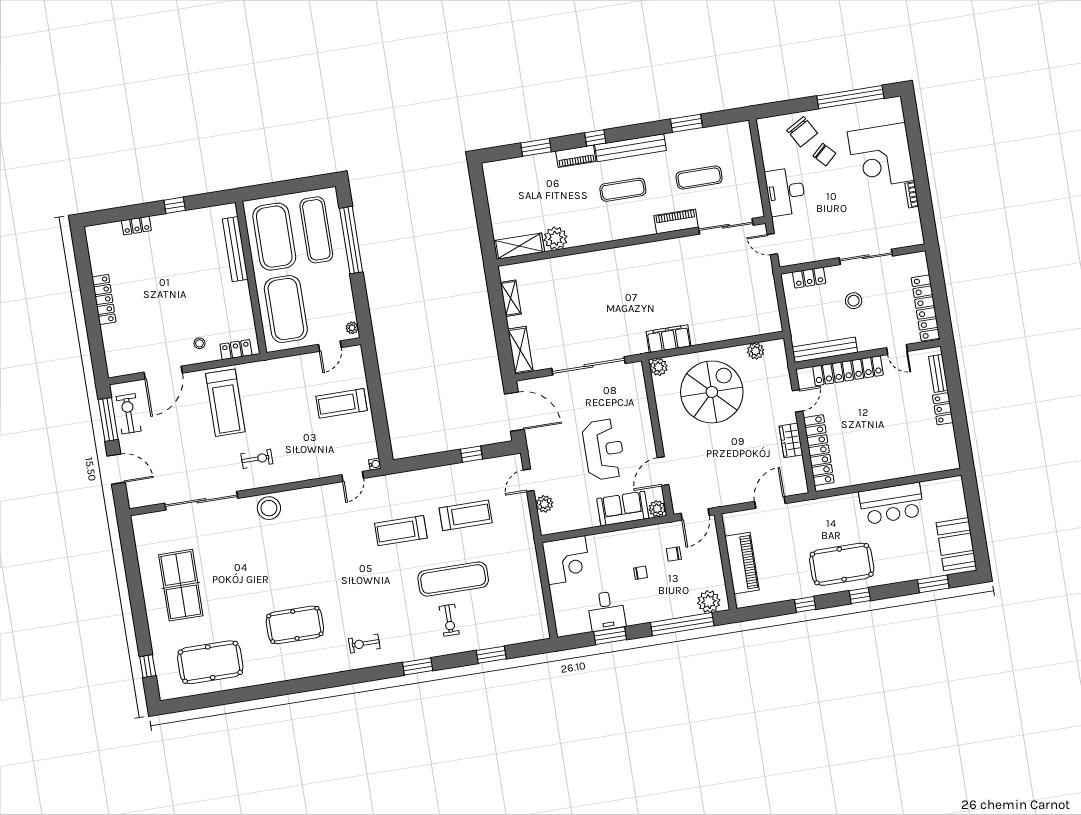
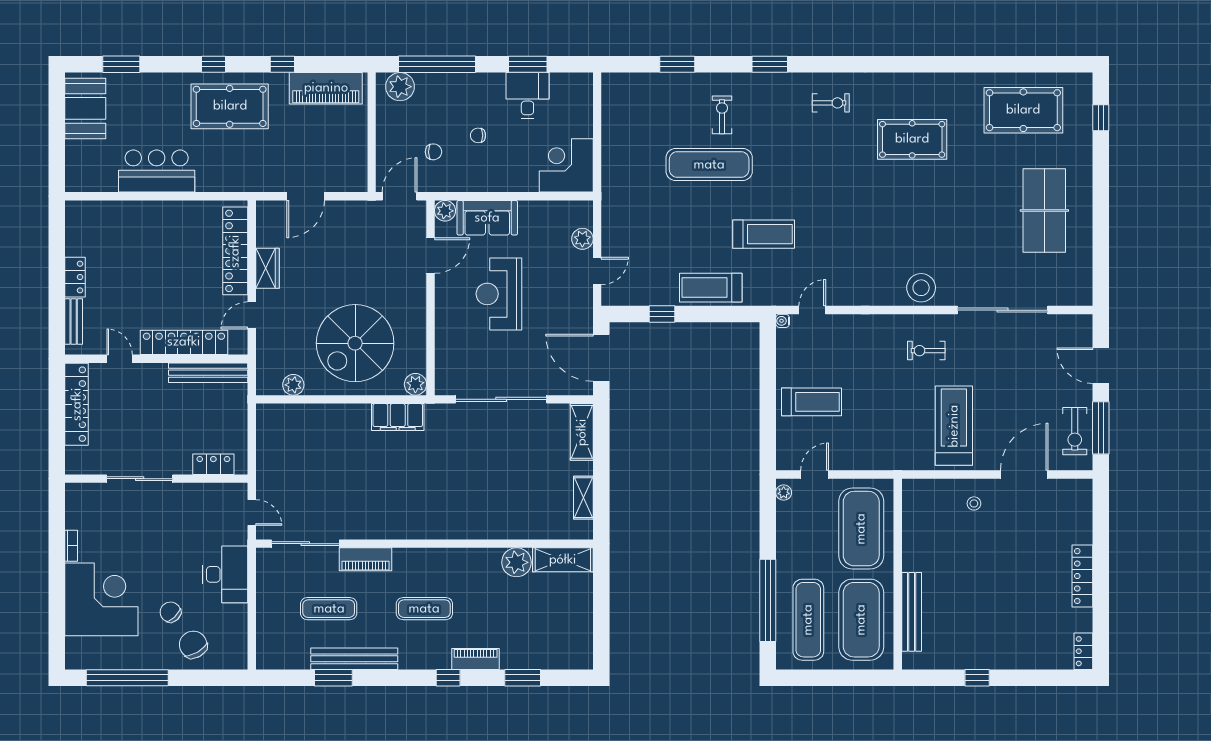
bench: (630, 148) -> (354, 659), moved
locker: (136, 226) -> (1083, 651), moved, turned -90
stool: (854, 301) -> (163, 427), removed
locker: (236, 350) -> (930, 489), removed
treadmill: (466, 515) -> (711, 288), moved
piano: (742, 563) -> (326, 88), moved, turned -90

